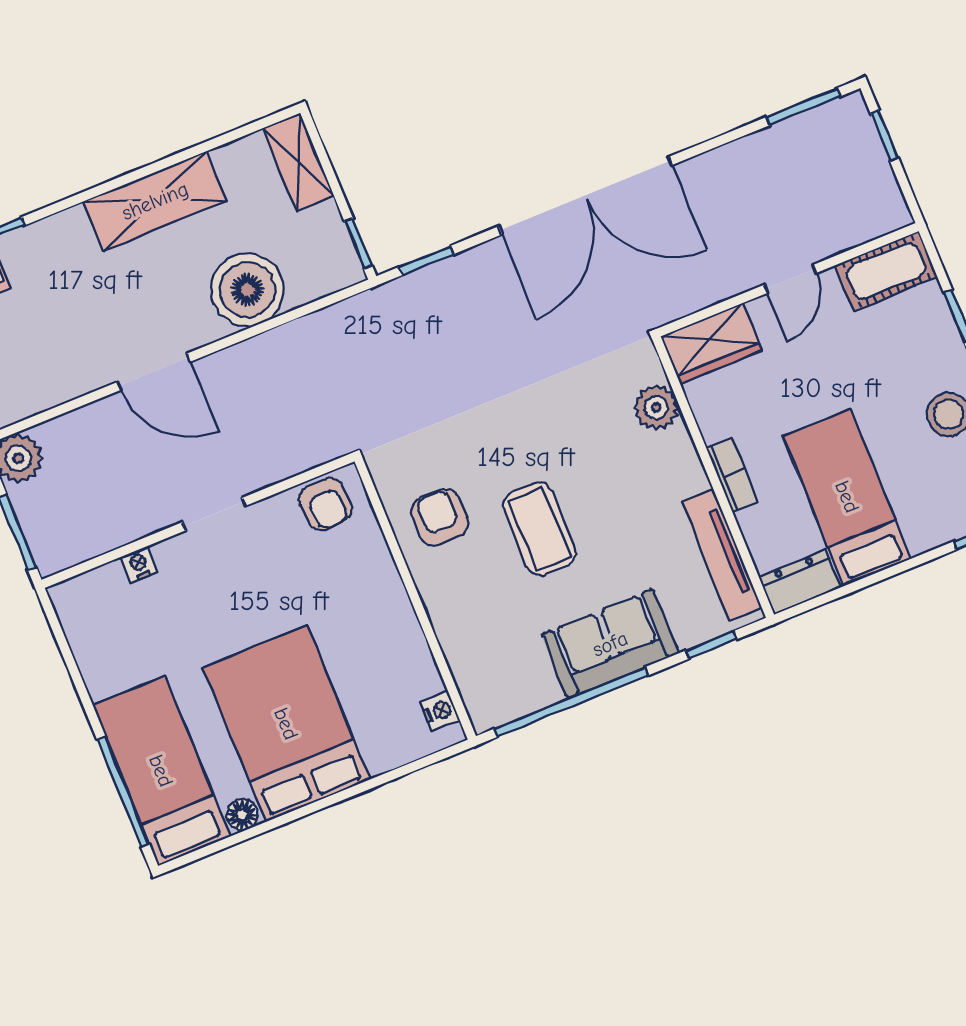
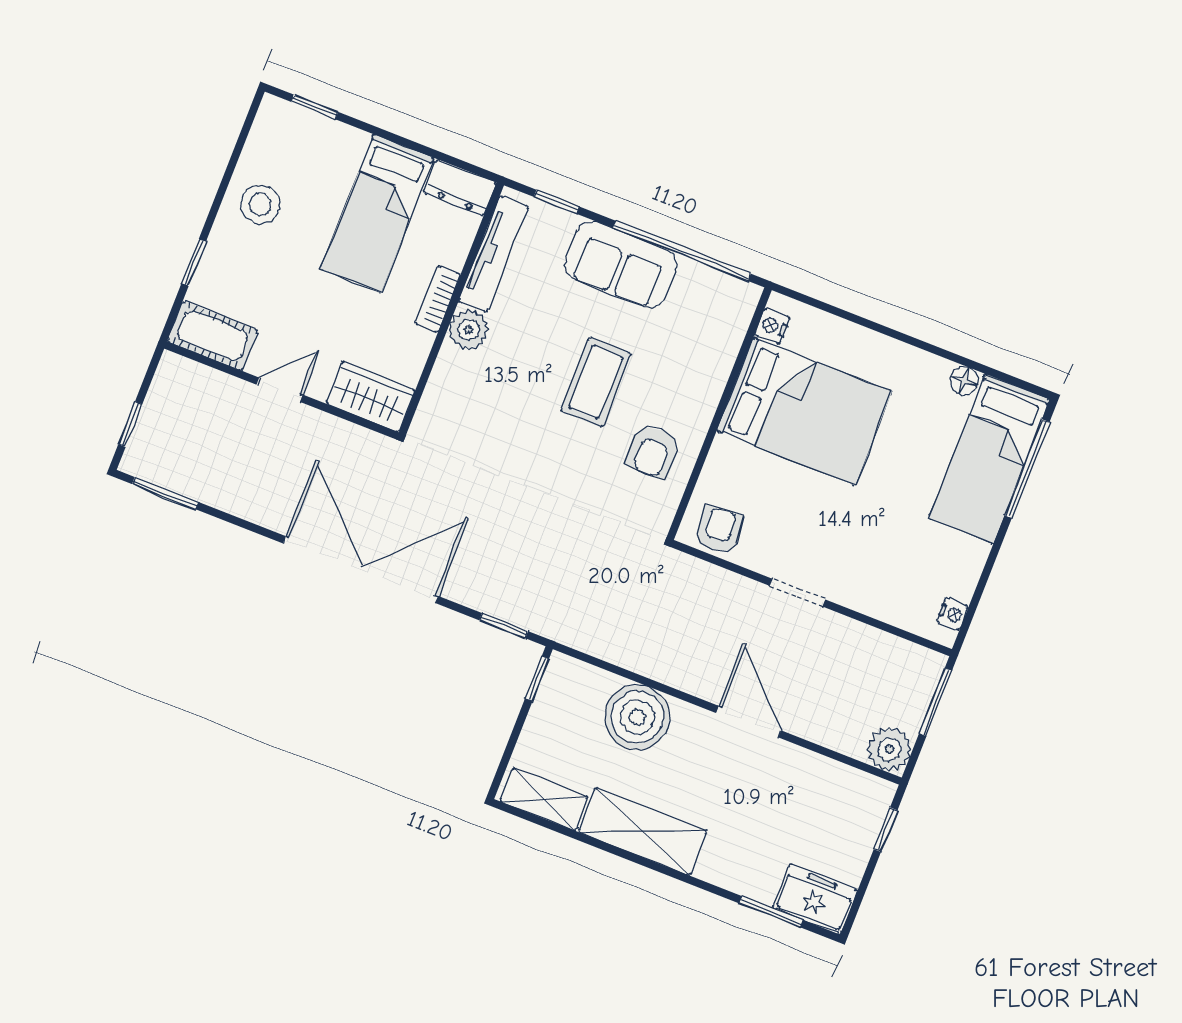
shelving: (299, 162) -> (544, 799), moved, turned 90
plant: (656, 408) -> (469, 330), moved
nightstand: (139, 564) -> (953, 614), moved, turned -90
bed: (286, 724) -> (804, 411), moved, turned -90

